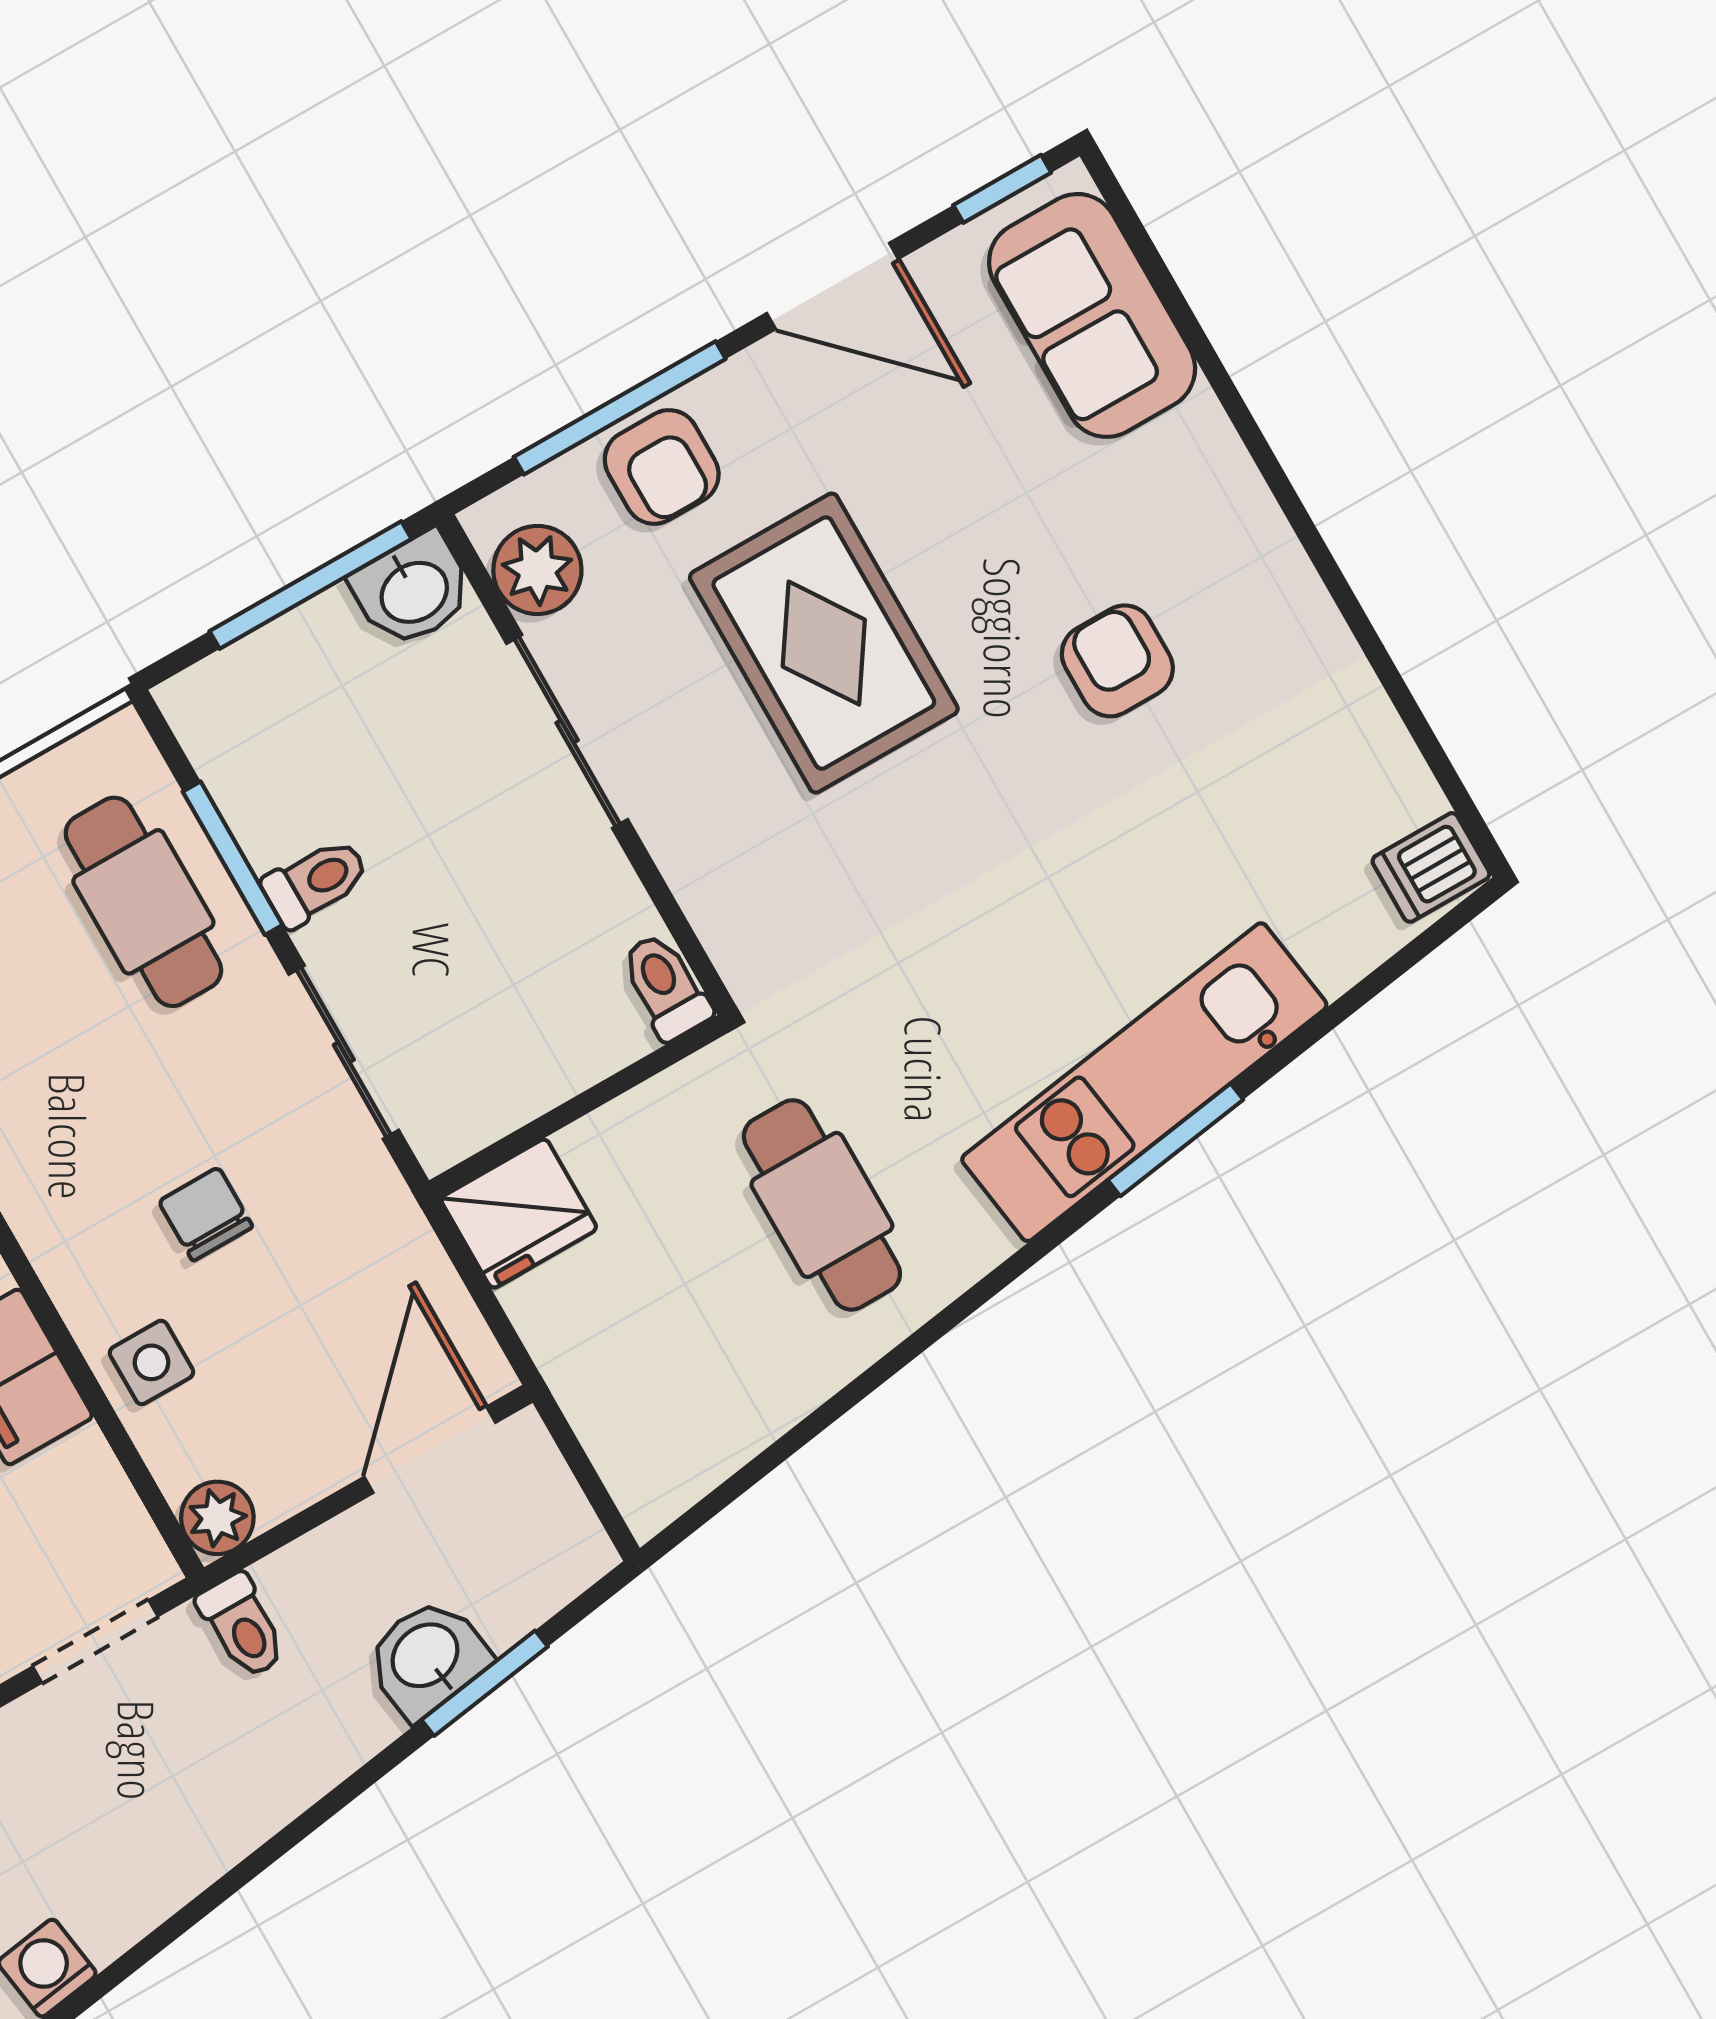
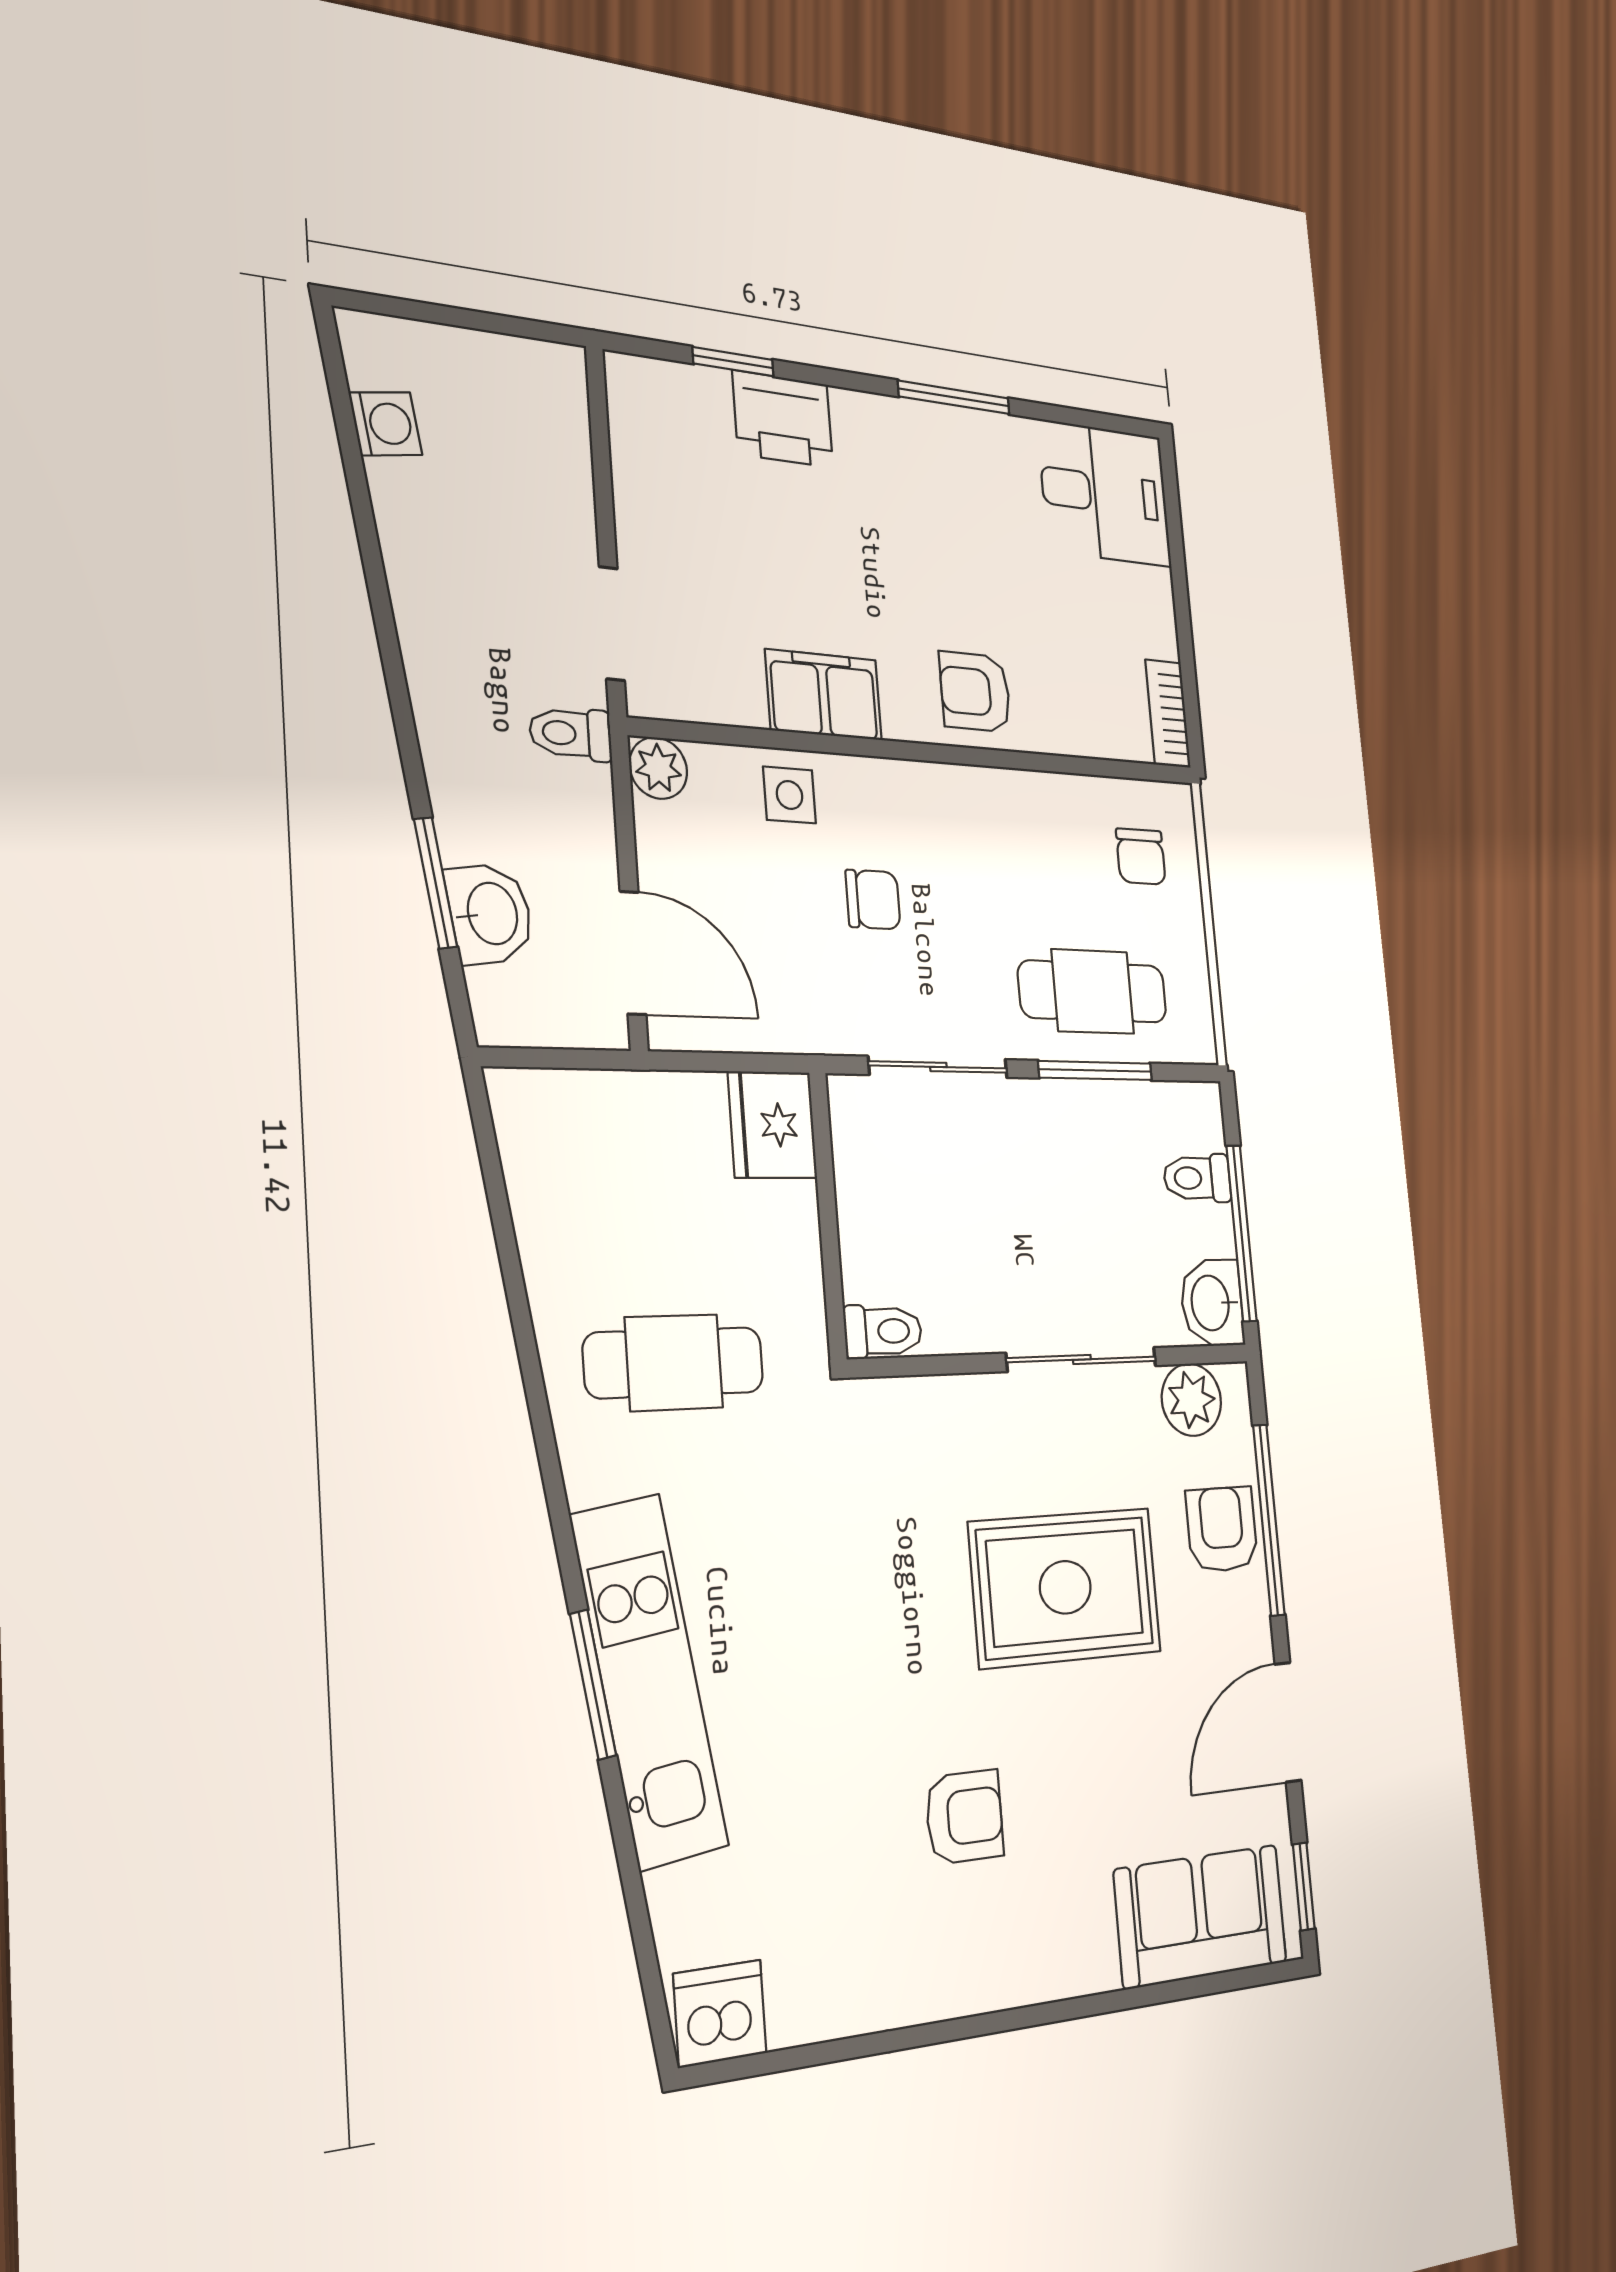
armchair: (662, 467) -> (1222, 1529), turned 90
dishwasher: (1431, 867) -> (720, 2014), width x1.38
toilet: (316, 882) -> (1197, 1178), moved, turned 90
washbasin: (427, 1657) -> (490, 914), moved

